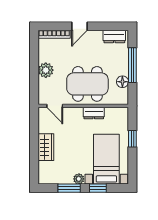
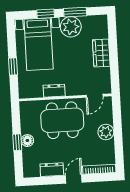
dresser: (114, 37) -> (52, 170), moved
window: (132, 65) -> (17, 142), width x0.46
floor lamp: (122, 82) -> (27, 141), moved
door: (55, 106) -> (95, 96), swing flipped
plant: (79, 179) -> (71, 27), width x1.88, depth x1.88

